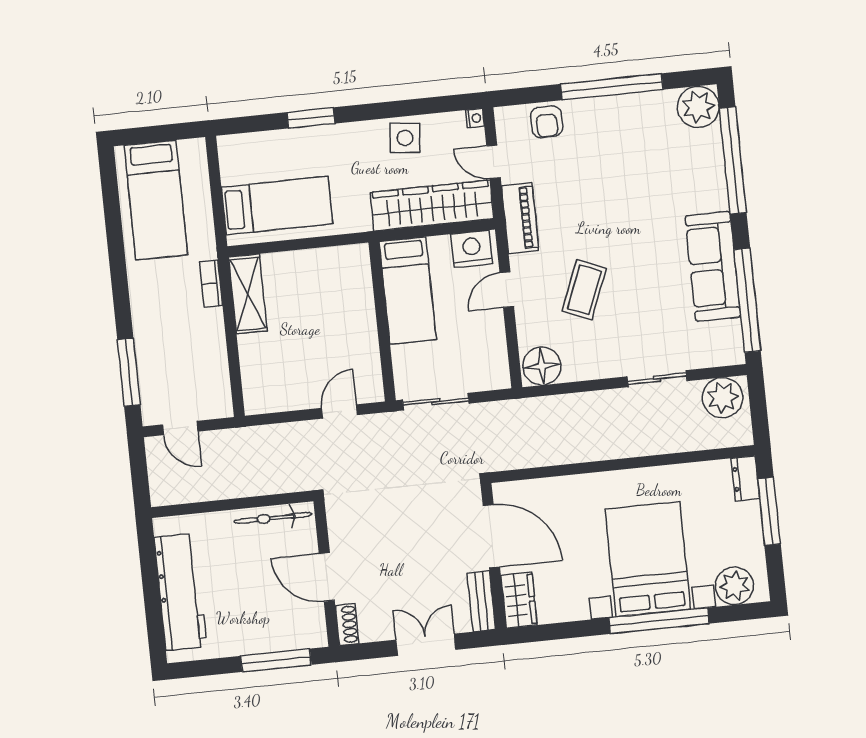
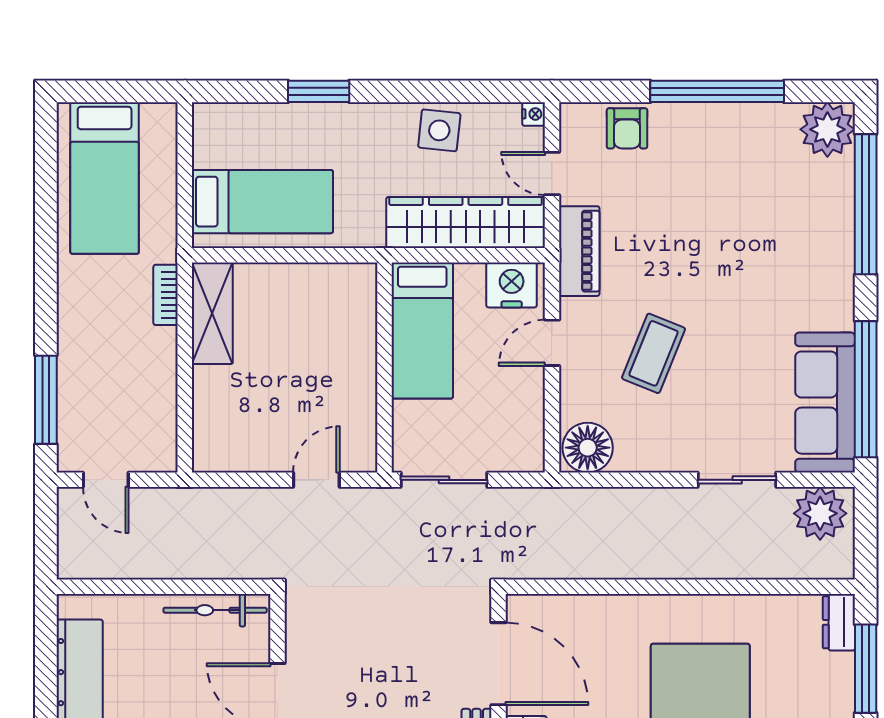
sofa: (713, 266) -> (825, 403), moved

